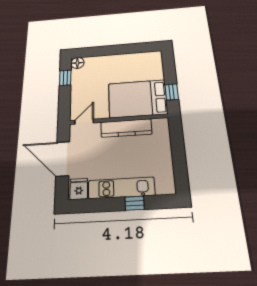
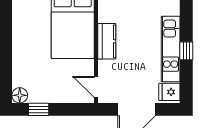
kitchen counter: (126, 128) -> (107, 41), width x0.67
window: (135, 203) -> (186, 51), moved

